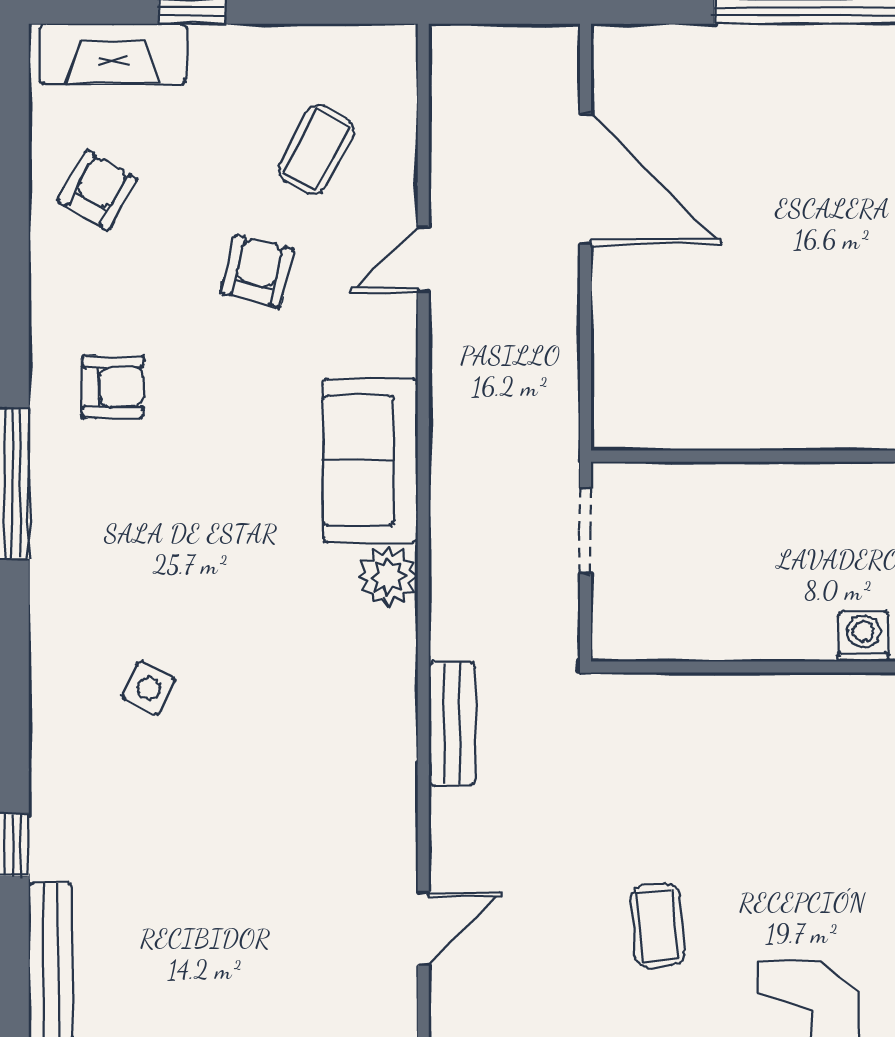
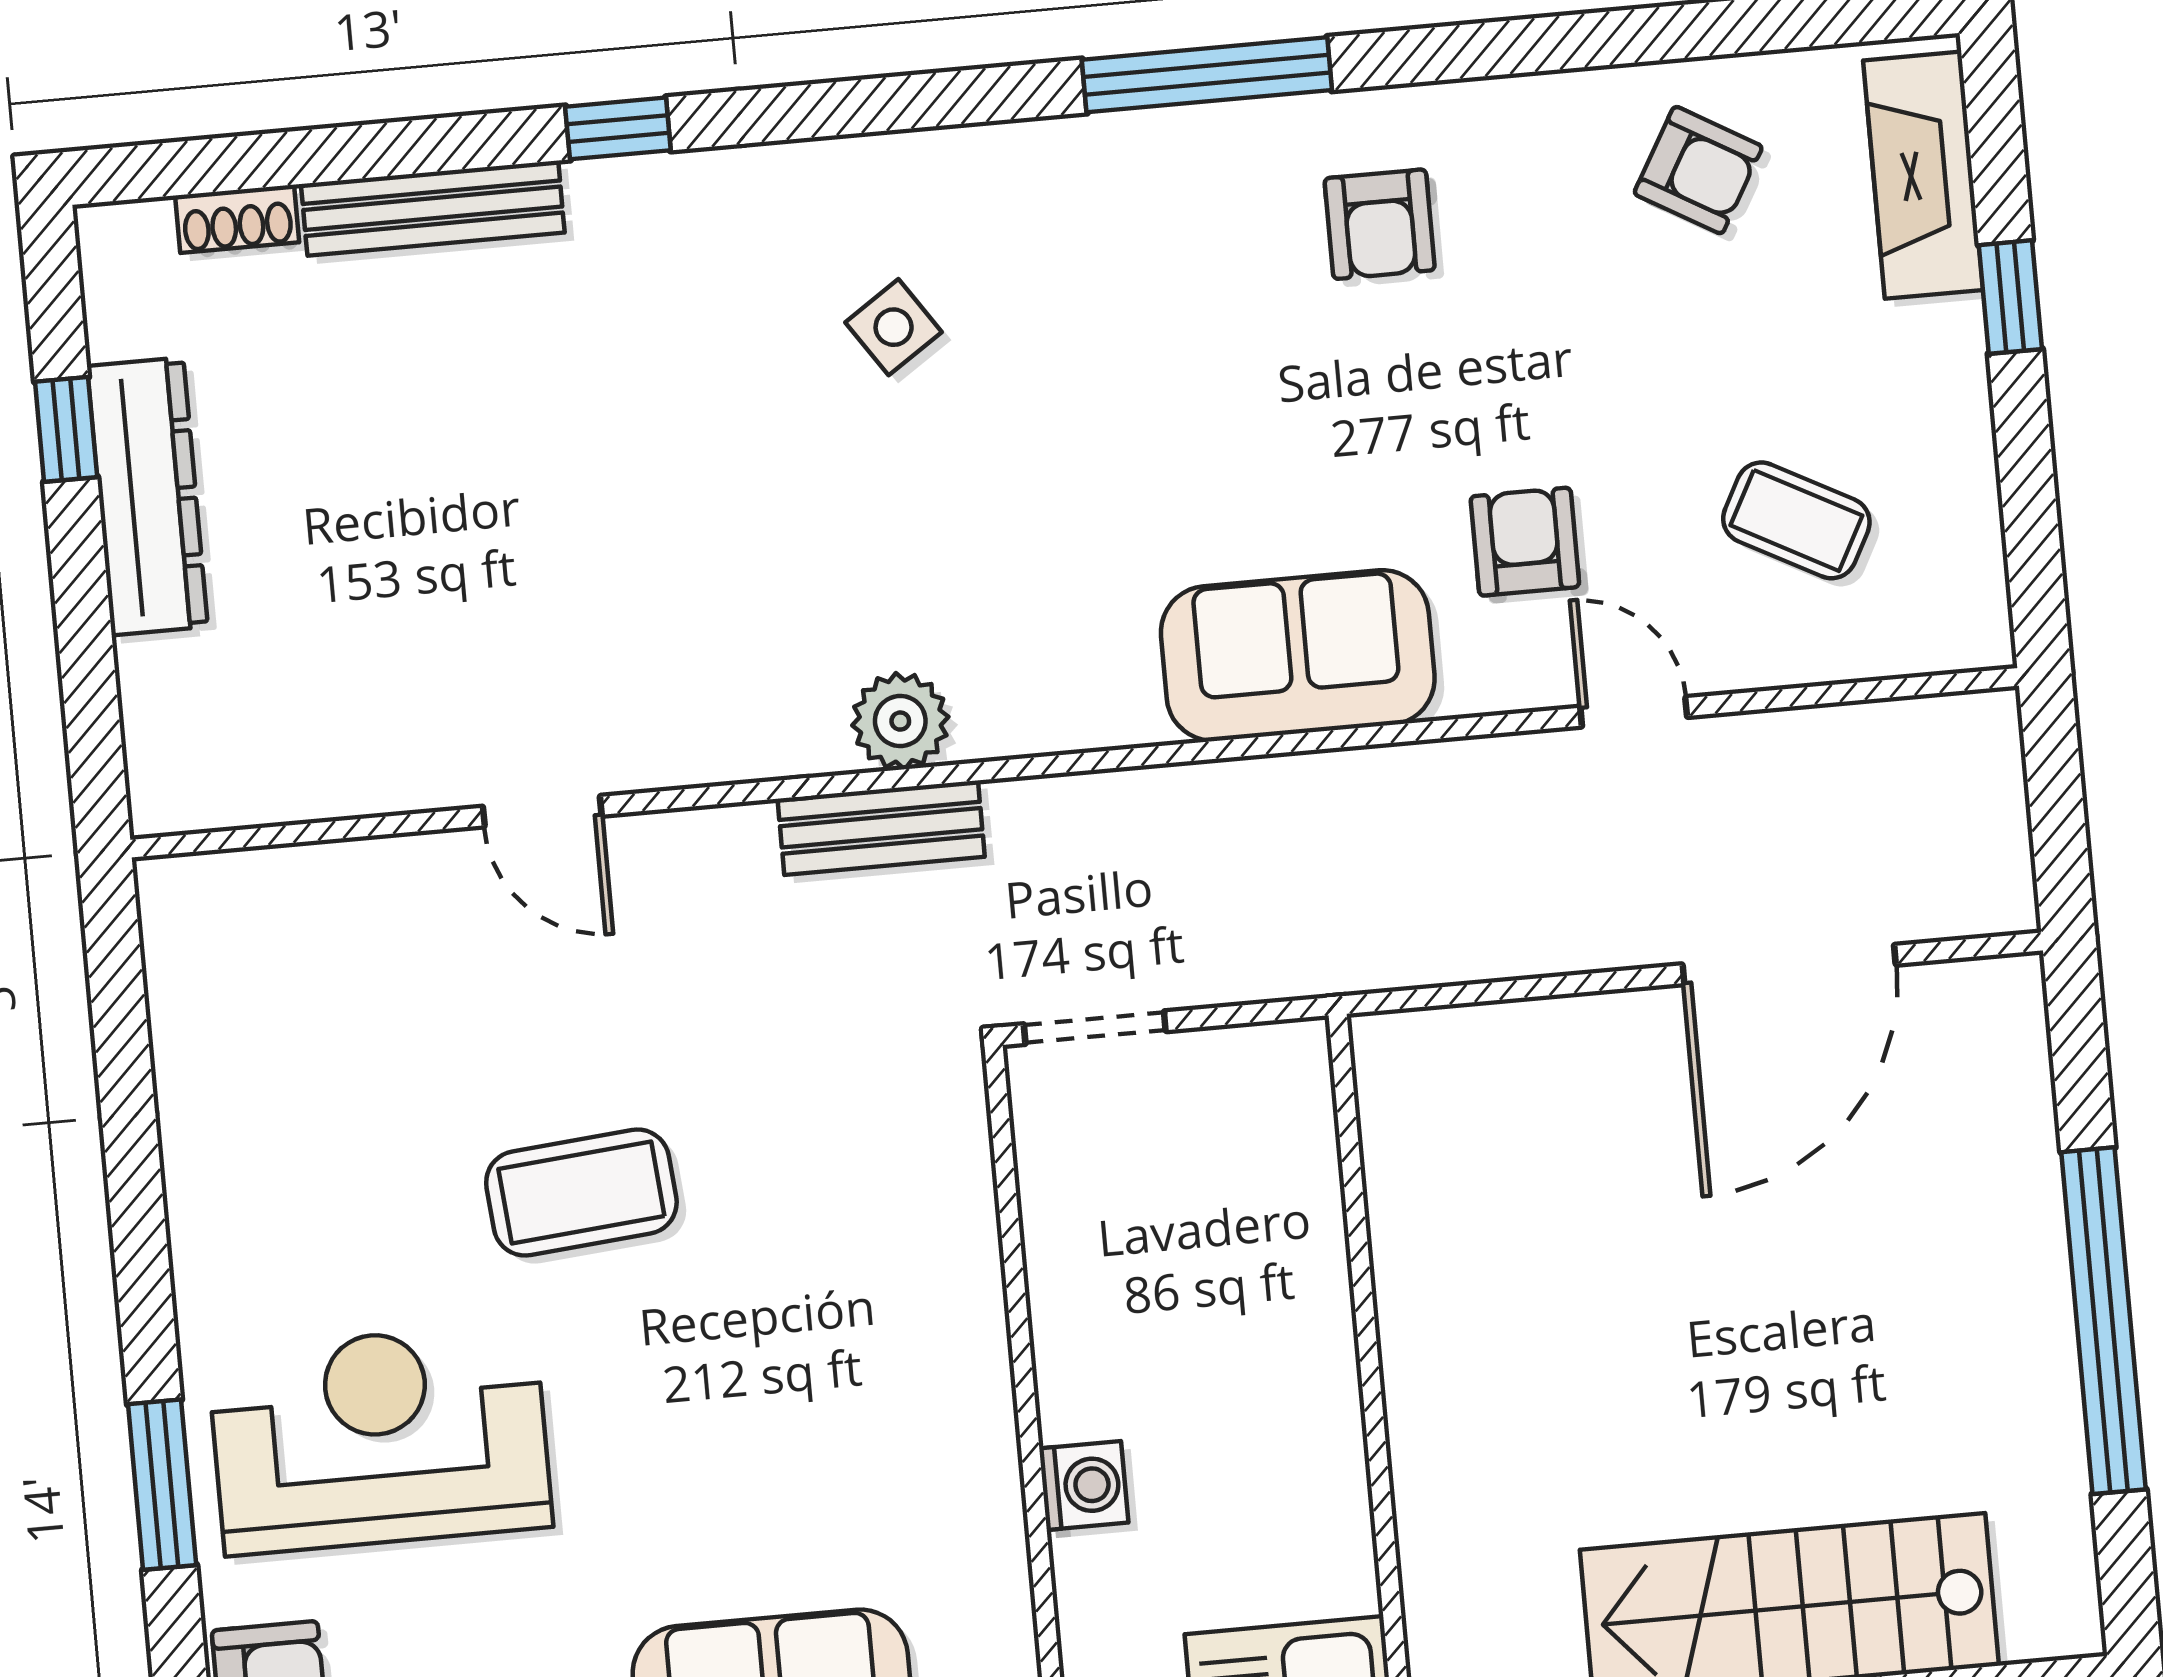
armchair: (257, 271) -> (1525, 542), moved, turned -104
doorway: (586, 531) -> (1095, 1028), moved
plant: (388, 576) -> (900, 721), moved
side table: (148, 688) -> (894, 327), turned 30
coffee table: (657, 926) -> (581, 1193), width x1.36, depth x1.30

